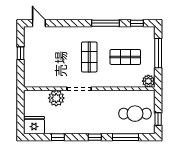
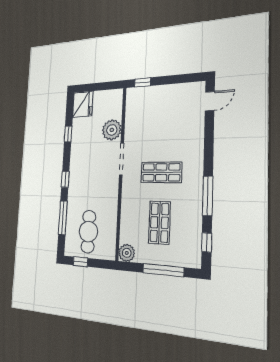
window: (21, 53) -> (143, 82), moved

